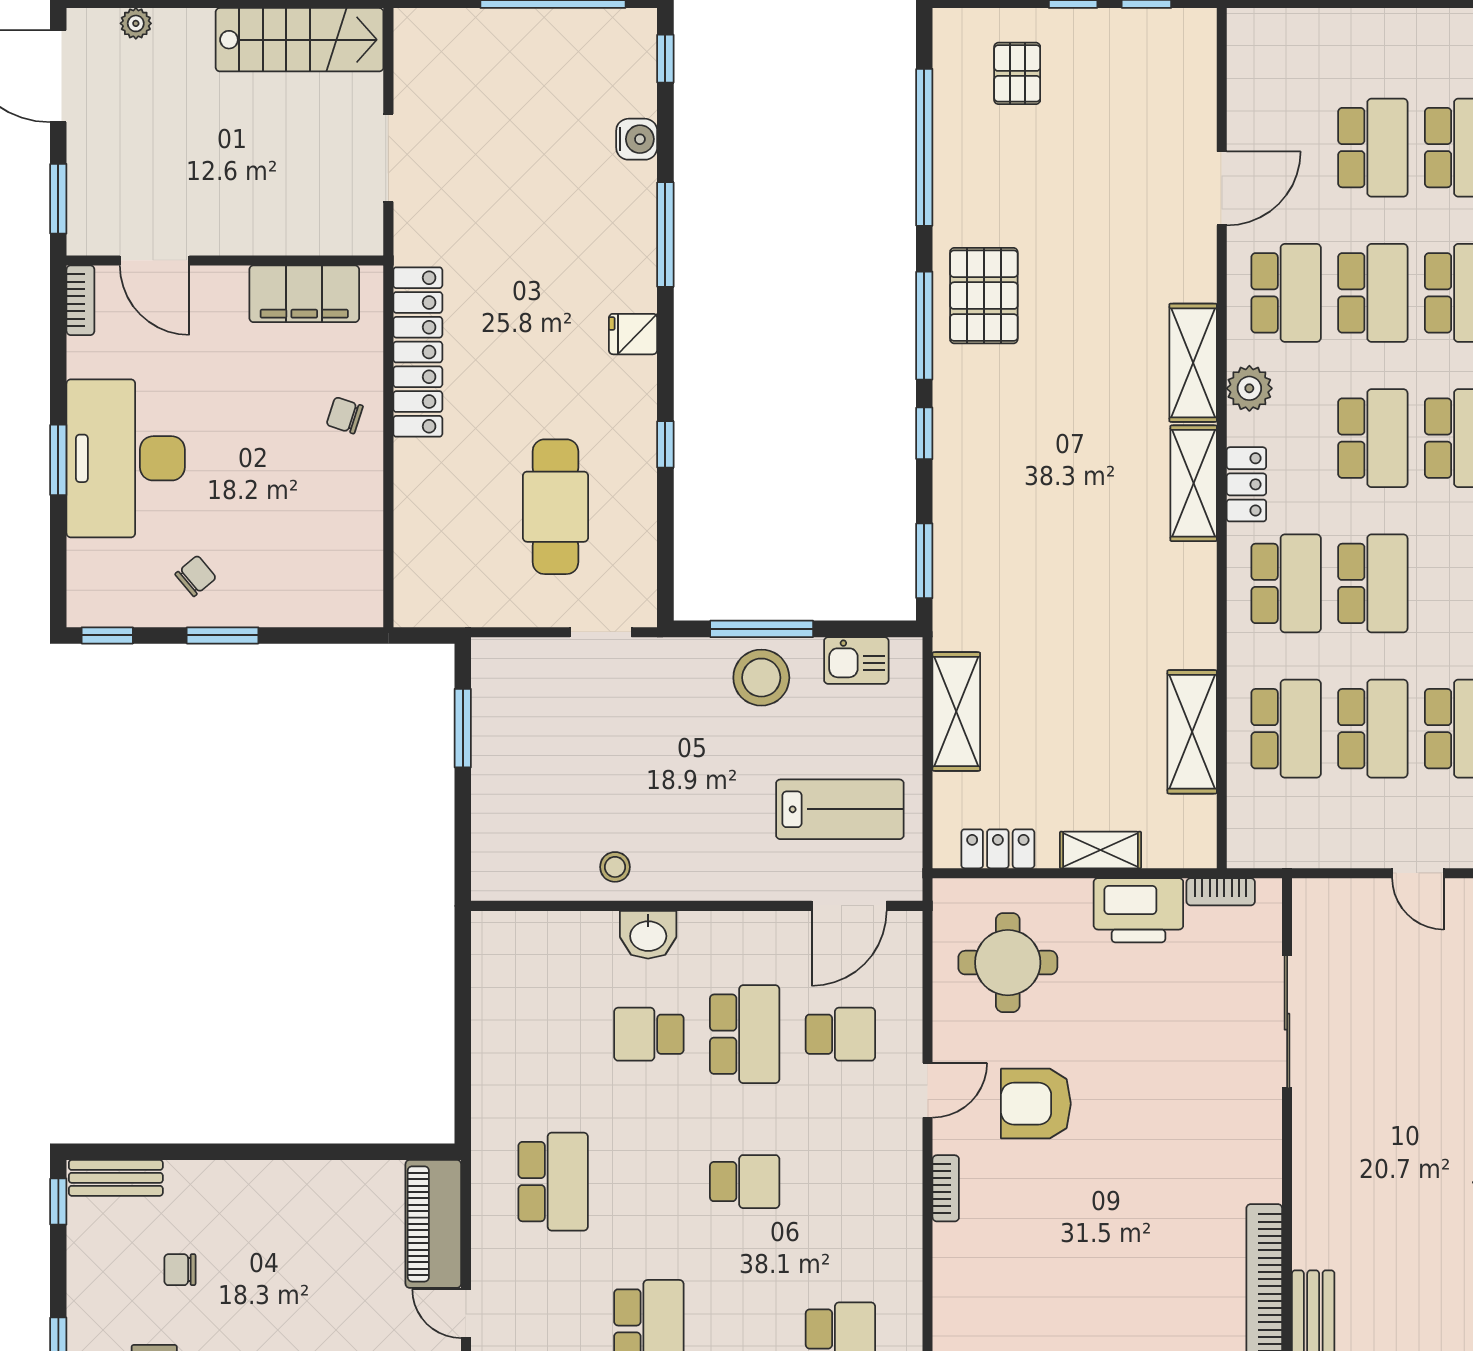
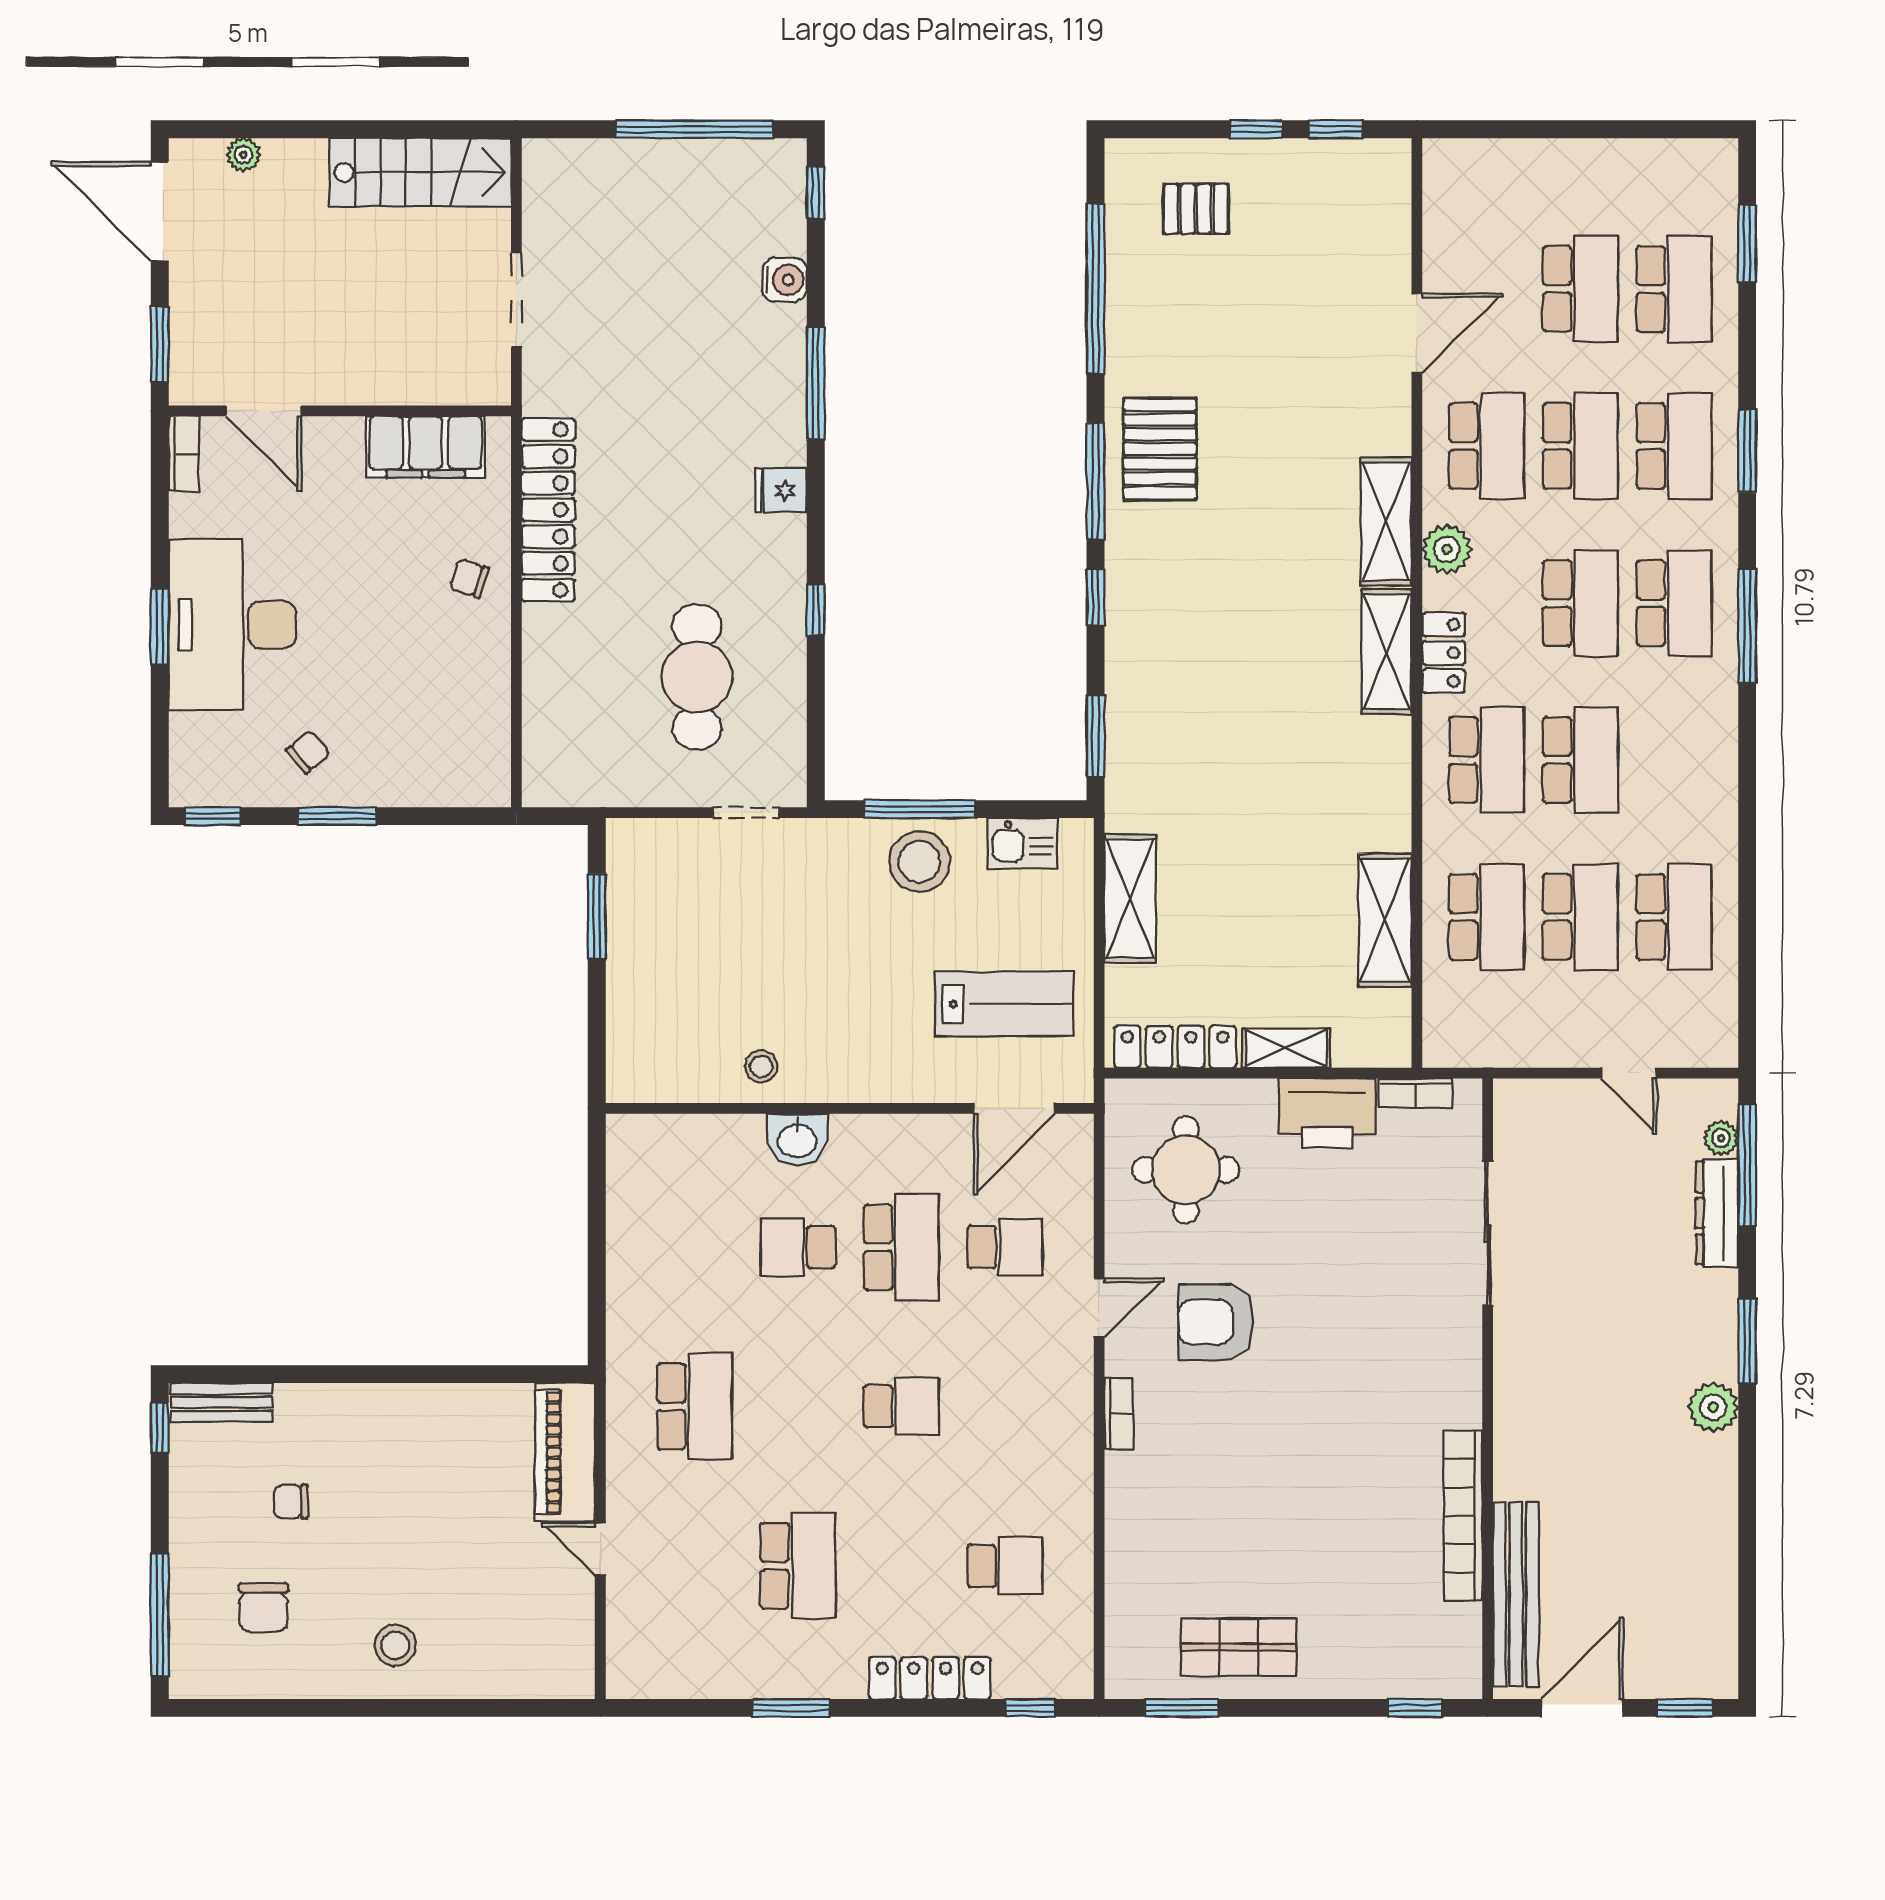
pallet: (1017, 73) -> (1196, 209), turned 90
locker: (998, 849) -> (1175, 1047), width x1.53

